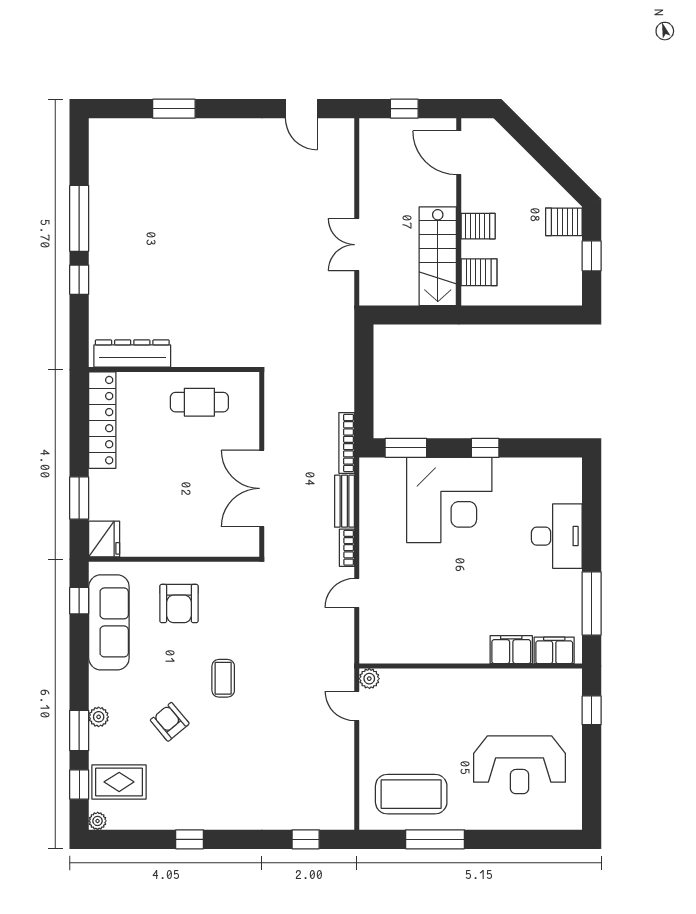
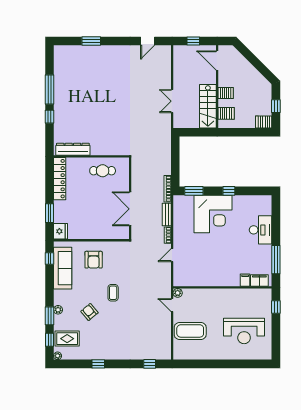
door: (301, 109) -> (148, 41), hinge flipped
server rack: (564, 222) -> (264, 122), moved
filing cabinet: (511, 650) -> (245, 280), width x0.50
coffee table: (411, 794) -> (190, 331), moved
window: (435, 839) -> (207, 364), removed

